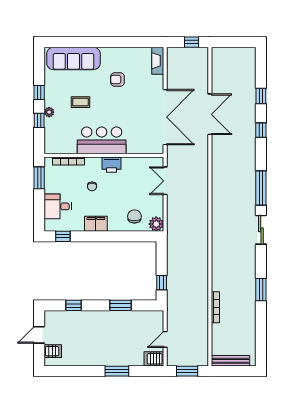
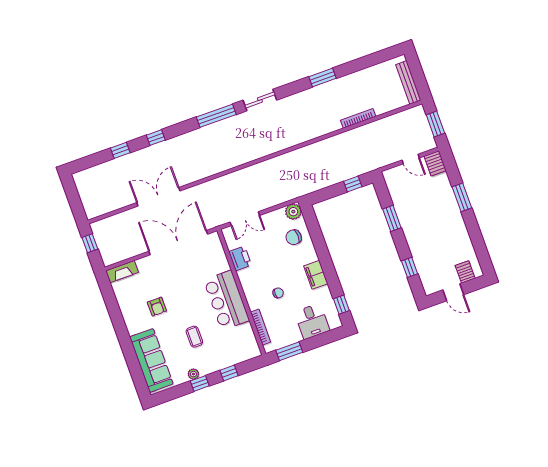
plant: (49, 112) -> (193, 374), moved
printer: (111, 165) -> (240, 258), moved

